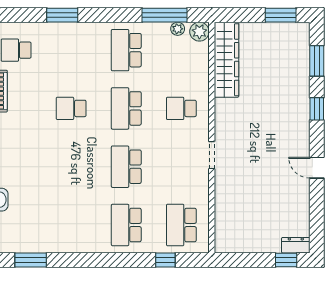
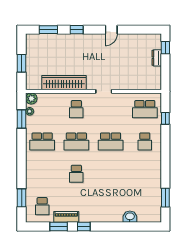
window: (62, 15) -> (22, 198), moved
window: (165, 15) -> (22, 119), width x0.69
window: (281, 15) -> (22, 63), moved
wardrobe: (226, 60) -> (64, 83), moved
school desk: (126, 225) -> (145, 141), width x0.54
dresser: (296, 245) -> (157, 58), moved

